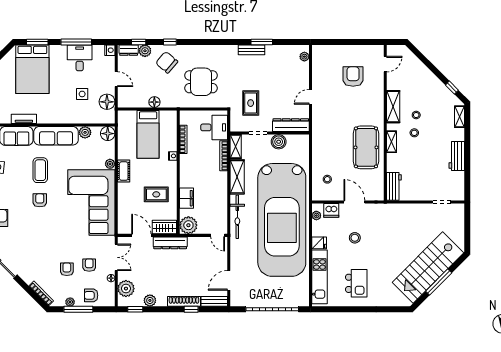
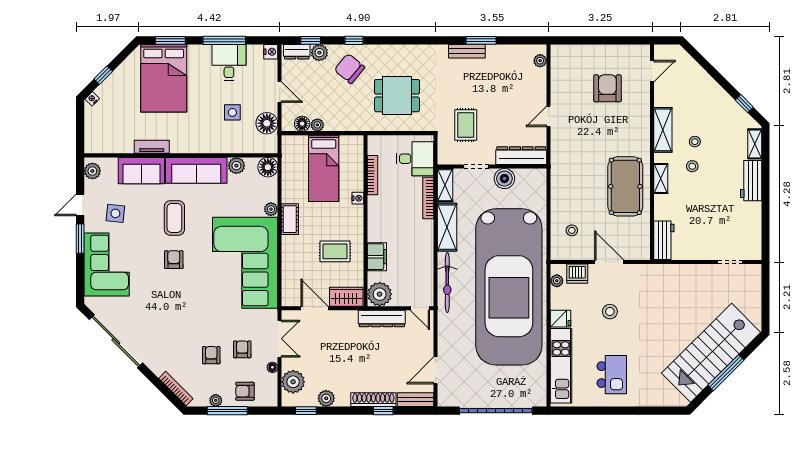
floor lamp: (154, 102) -> (302, 124), moved
plant: (143, 103) -> (317, 125), added
workbench: (457, 156) -> (751, 181), moved
dresser: (170, 243) -> (382, 318), moved

